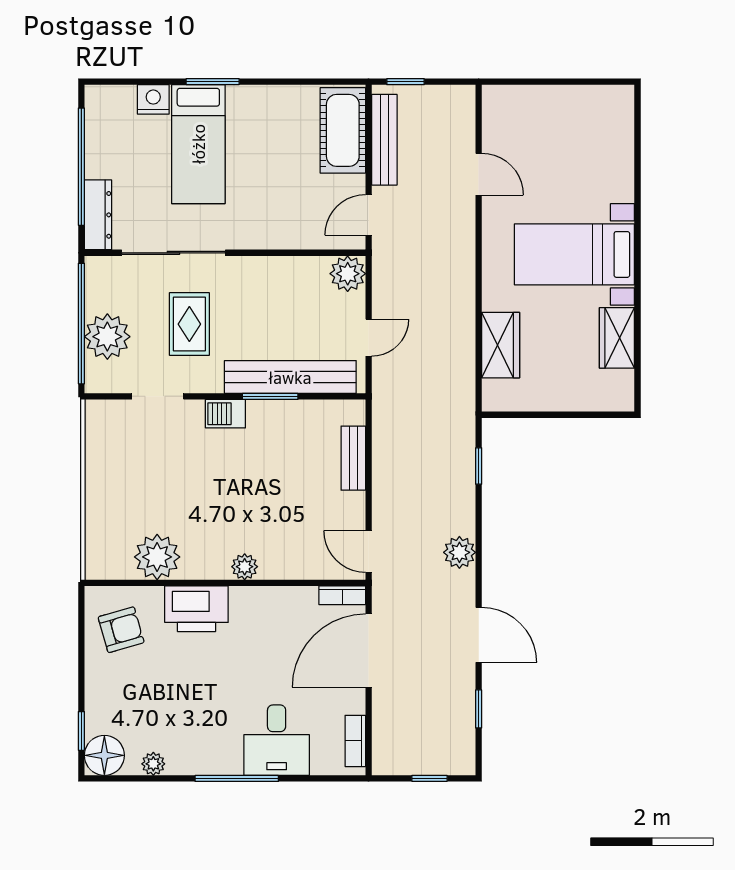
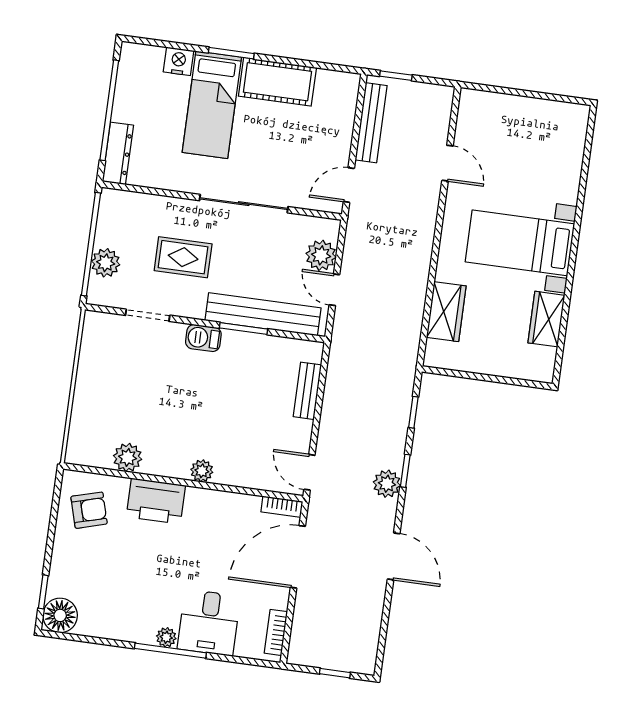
cot: (343, 130) -> (277, 82), moved, turned 90
sliding door: (173, 253) -> (244, 204), moved
plant: (348, 274) -> (321, 255), moved
rug: (189, 324) -> (183, 257), turned 90
plant: (107, 337) -> (106, 263), width x0.73, depth x0.73
door: (369, 338) -> (334, 290), swing flipped
plant: (157, 557) -> (128, 457), width x0.73, depth x0.73
window: (479, 709) -> (405, 471), moved
plant: (153, 764) -> (166, 637), moved

